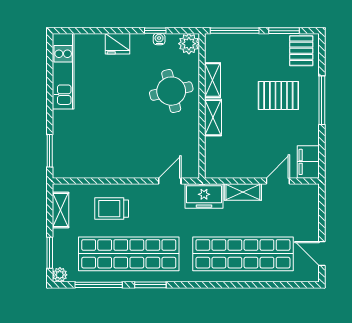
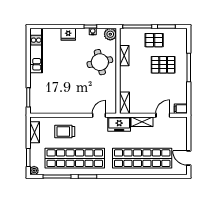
pallet: (301, 51) -> (154, 40), moved, turned 90
shelving: (213, 118) -> (124, 103), moved
filing cabinet: (308, 162) -> (181, 109), width x0.50

